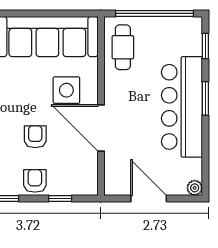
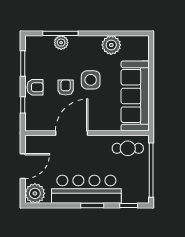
side table: (66, 90) -> (91, 80), moved
armchair: (35, 137) -> (66, 88), turned -90
plant: (195, 188) -> (35, 193), width x1.88, depth x1.88

